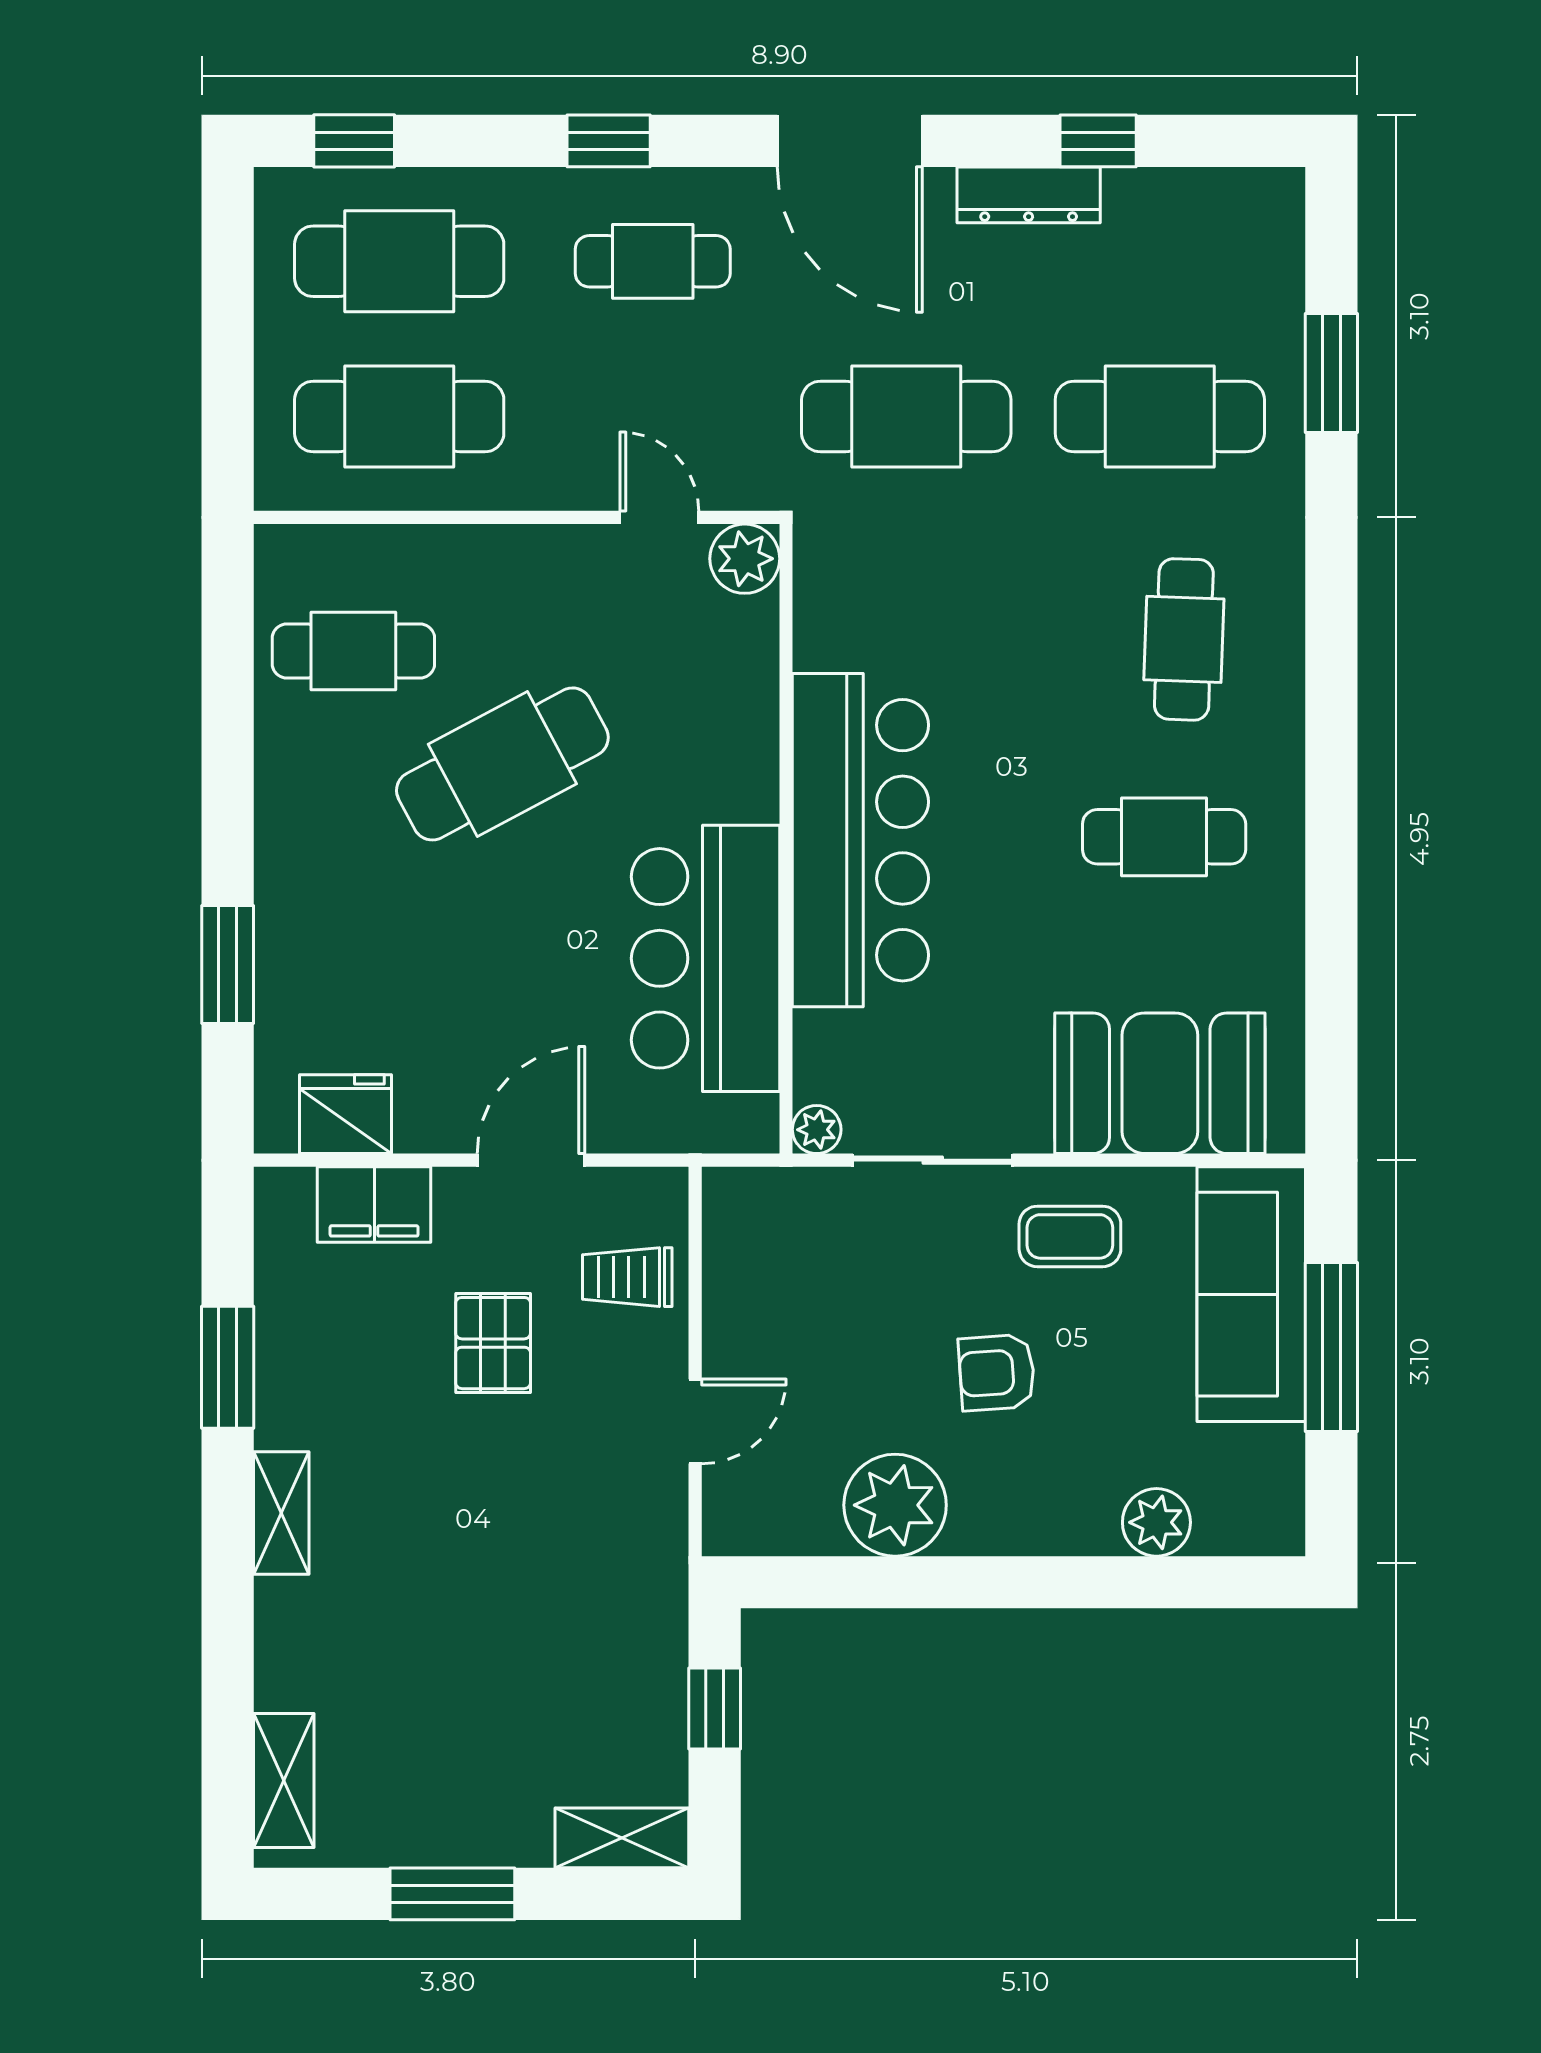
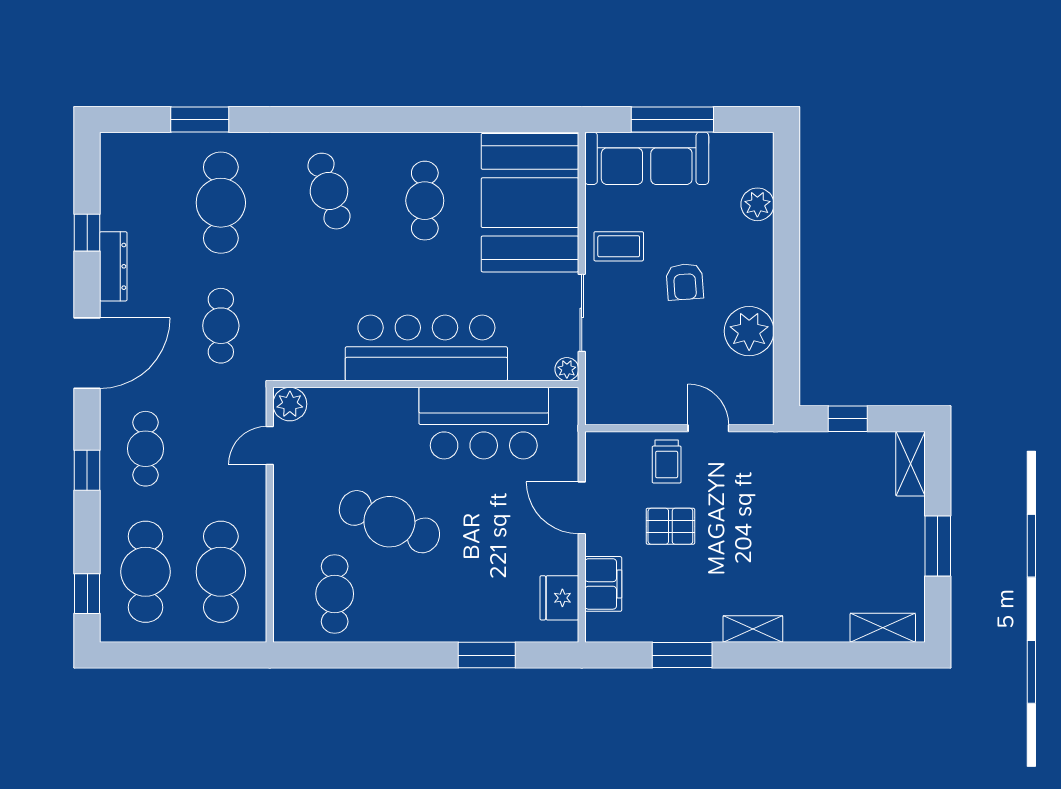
cafe table: (906, 416) -> (221, 326), width x0.73, depth x0.74
cafe table: (1184, 639) -> (329, 191), turned 71
cafe table: (502, 764) -> (389, 522), turned -40
booth: (1160, 1083) -> (530, 203), width x1.36, depth x1.42
coffee table: (1070, 1236) -> (619, 246), turned 90
trolley: (627, 1277) -> (667, 461), moved

